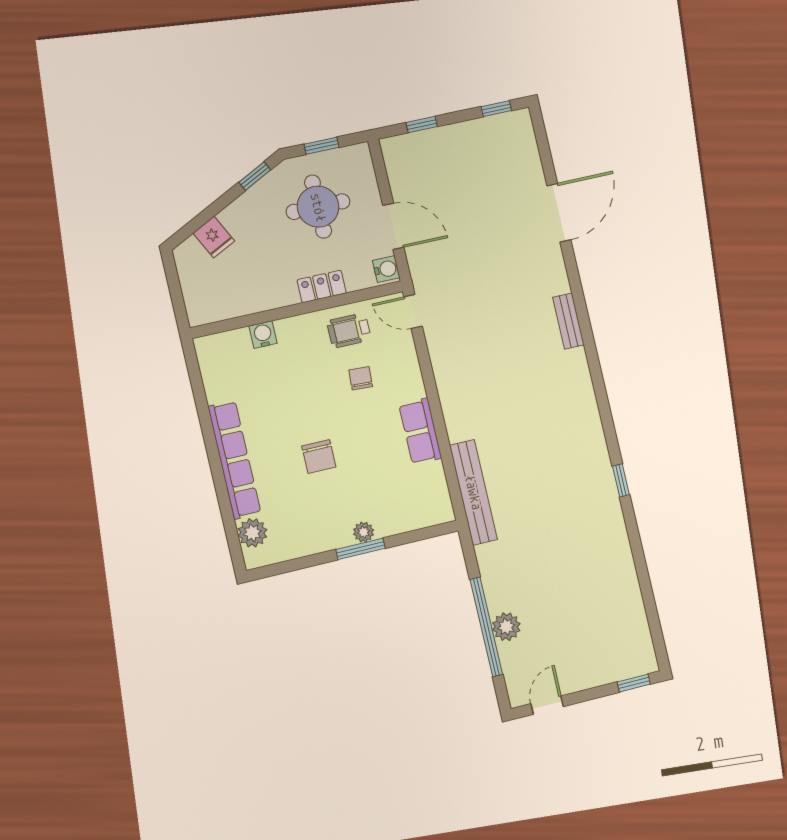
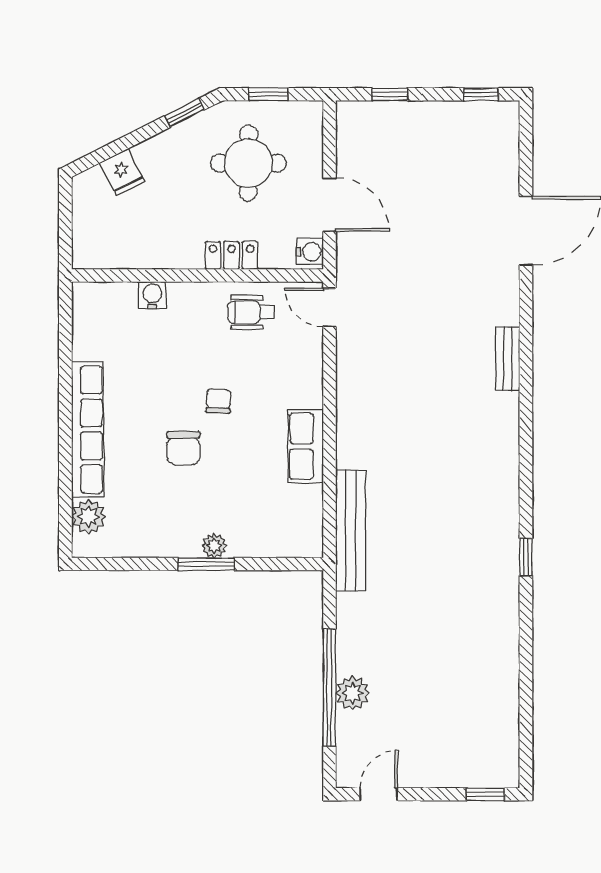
chair: (361, 378) -> (218, 401), moved

